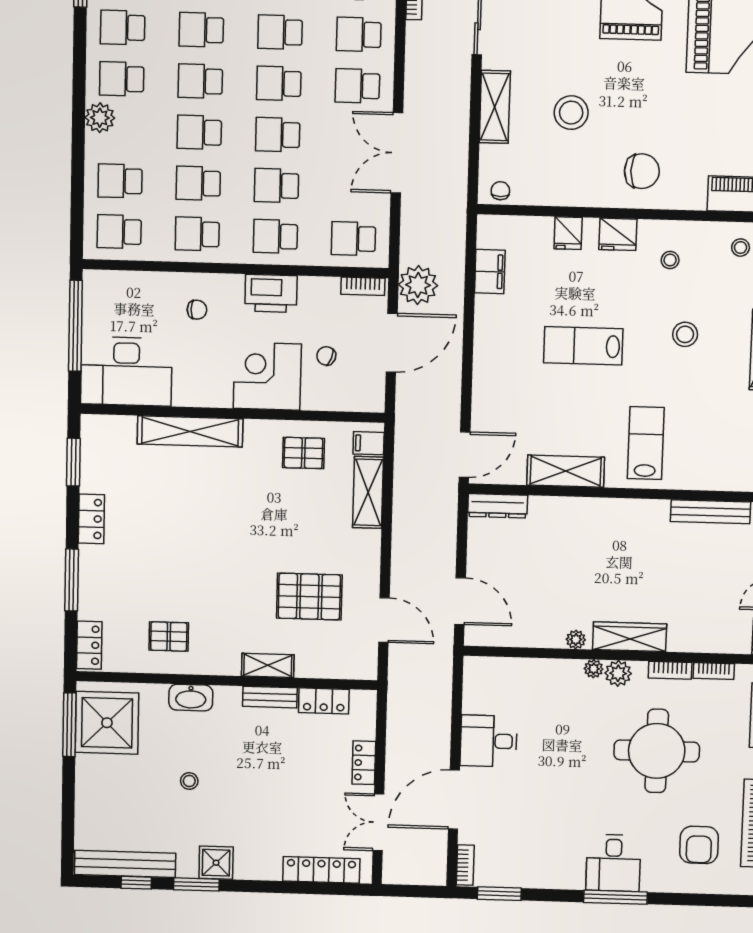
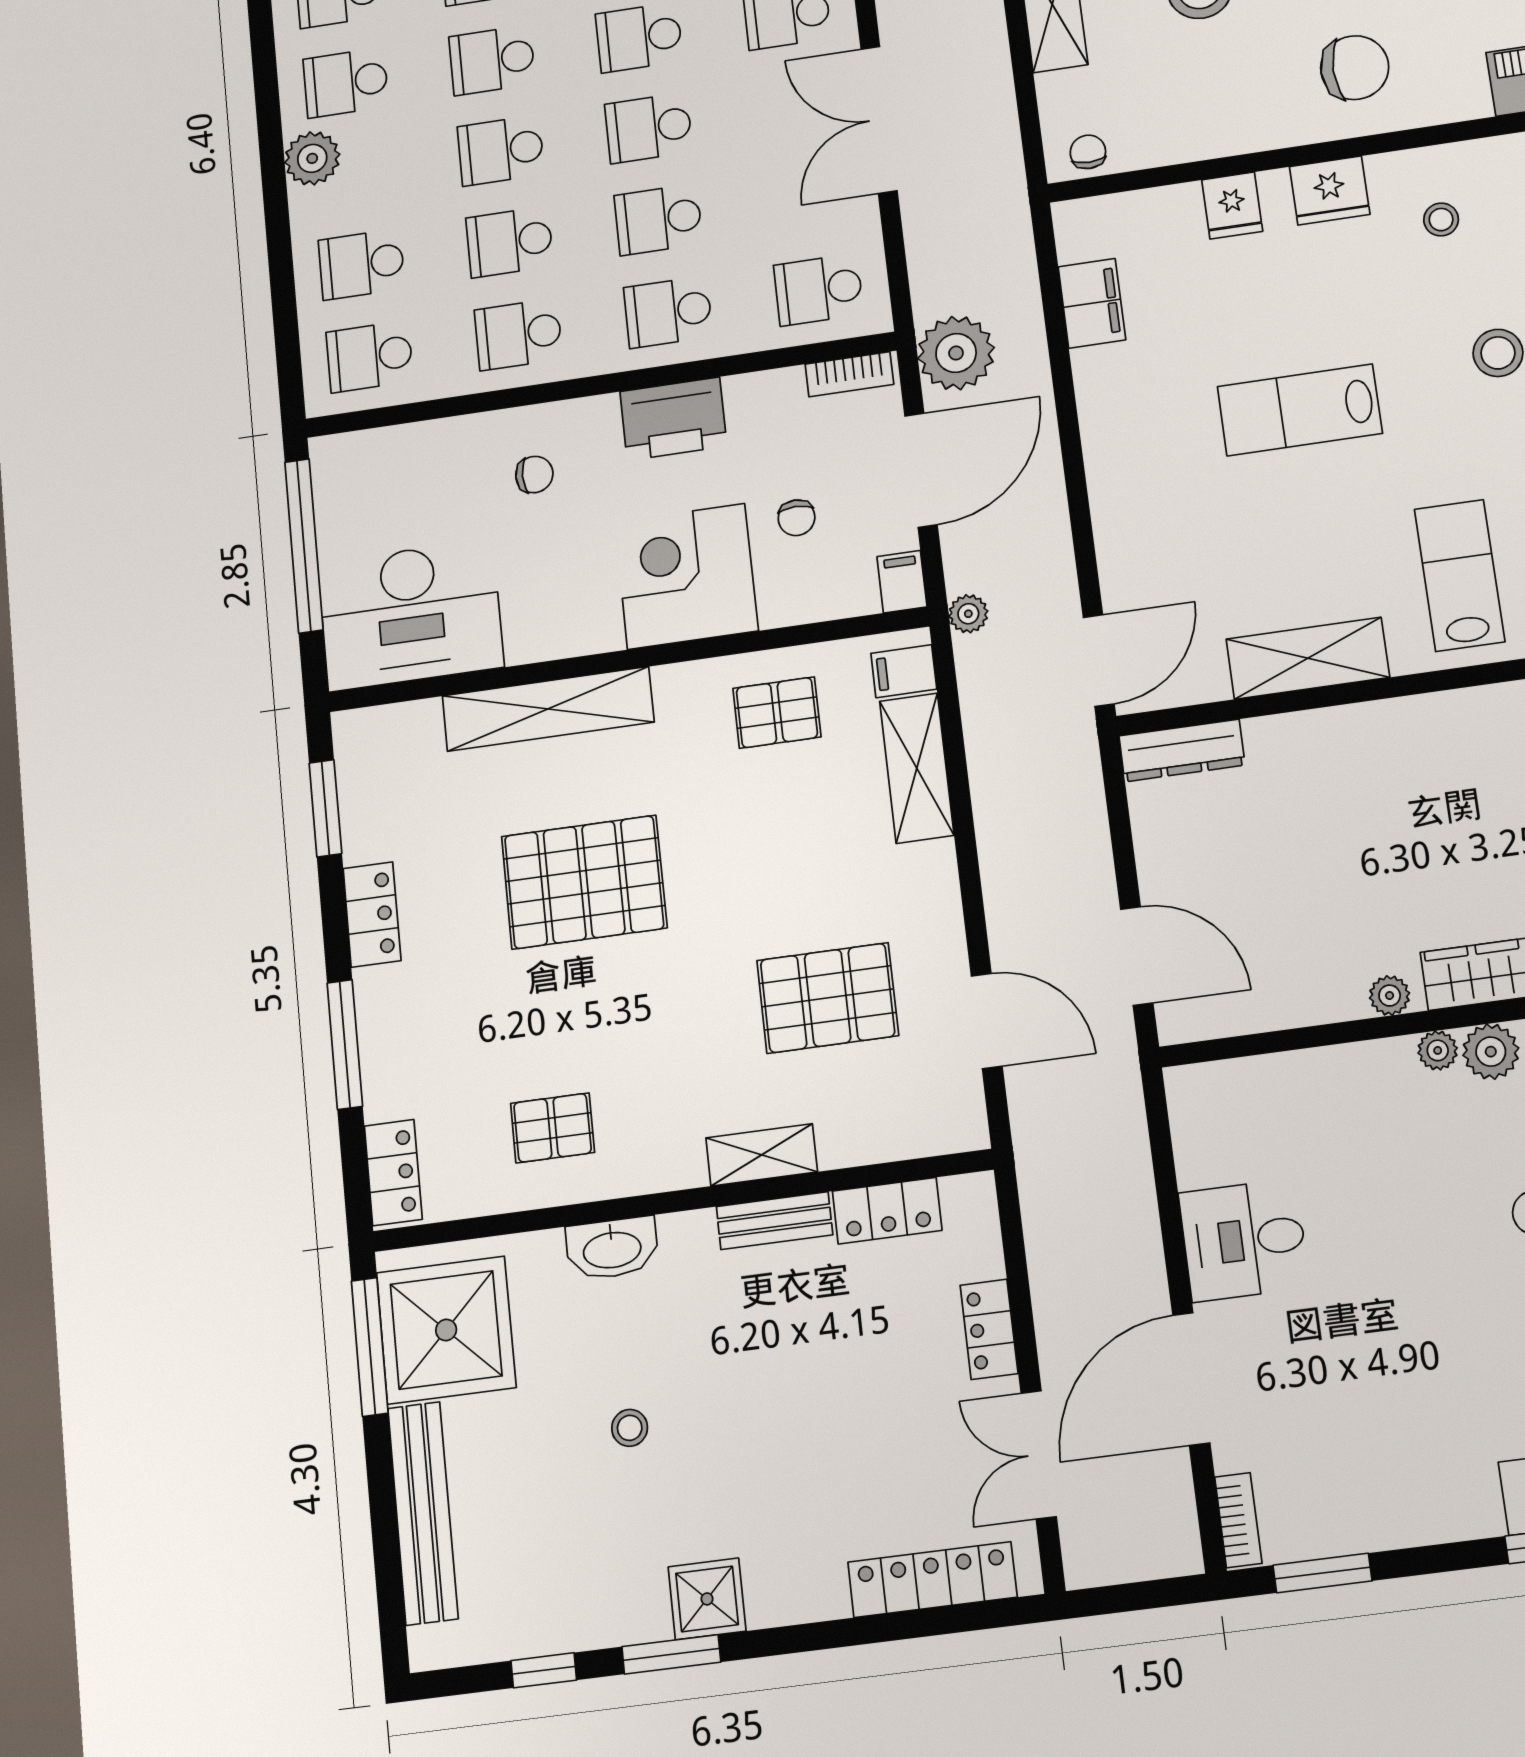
chair: (326, 356) -> (797, 518), turned -111
filing cabinet: (374, 398) -> (902, 582), added
plant: (404, 420) -> (968, 614), added
pallet: (198, 521) -> (584, 882), added
bench: (125, 864) -> (423, 1513), moved, turned 90

